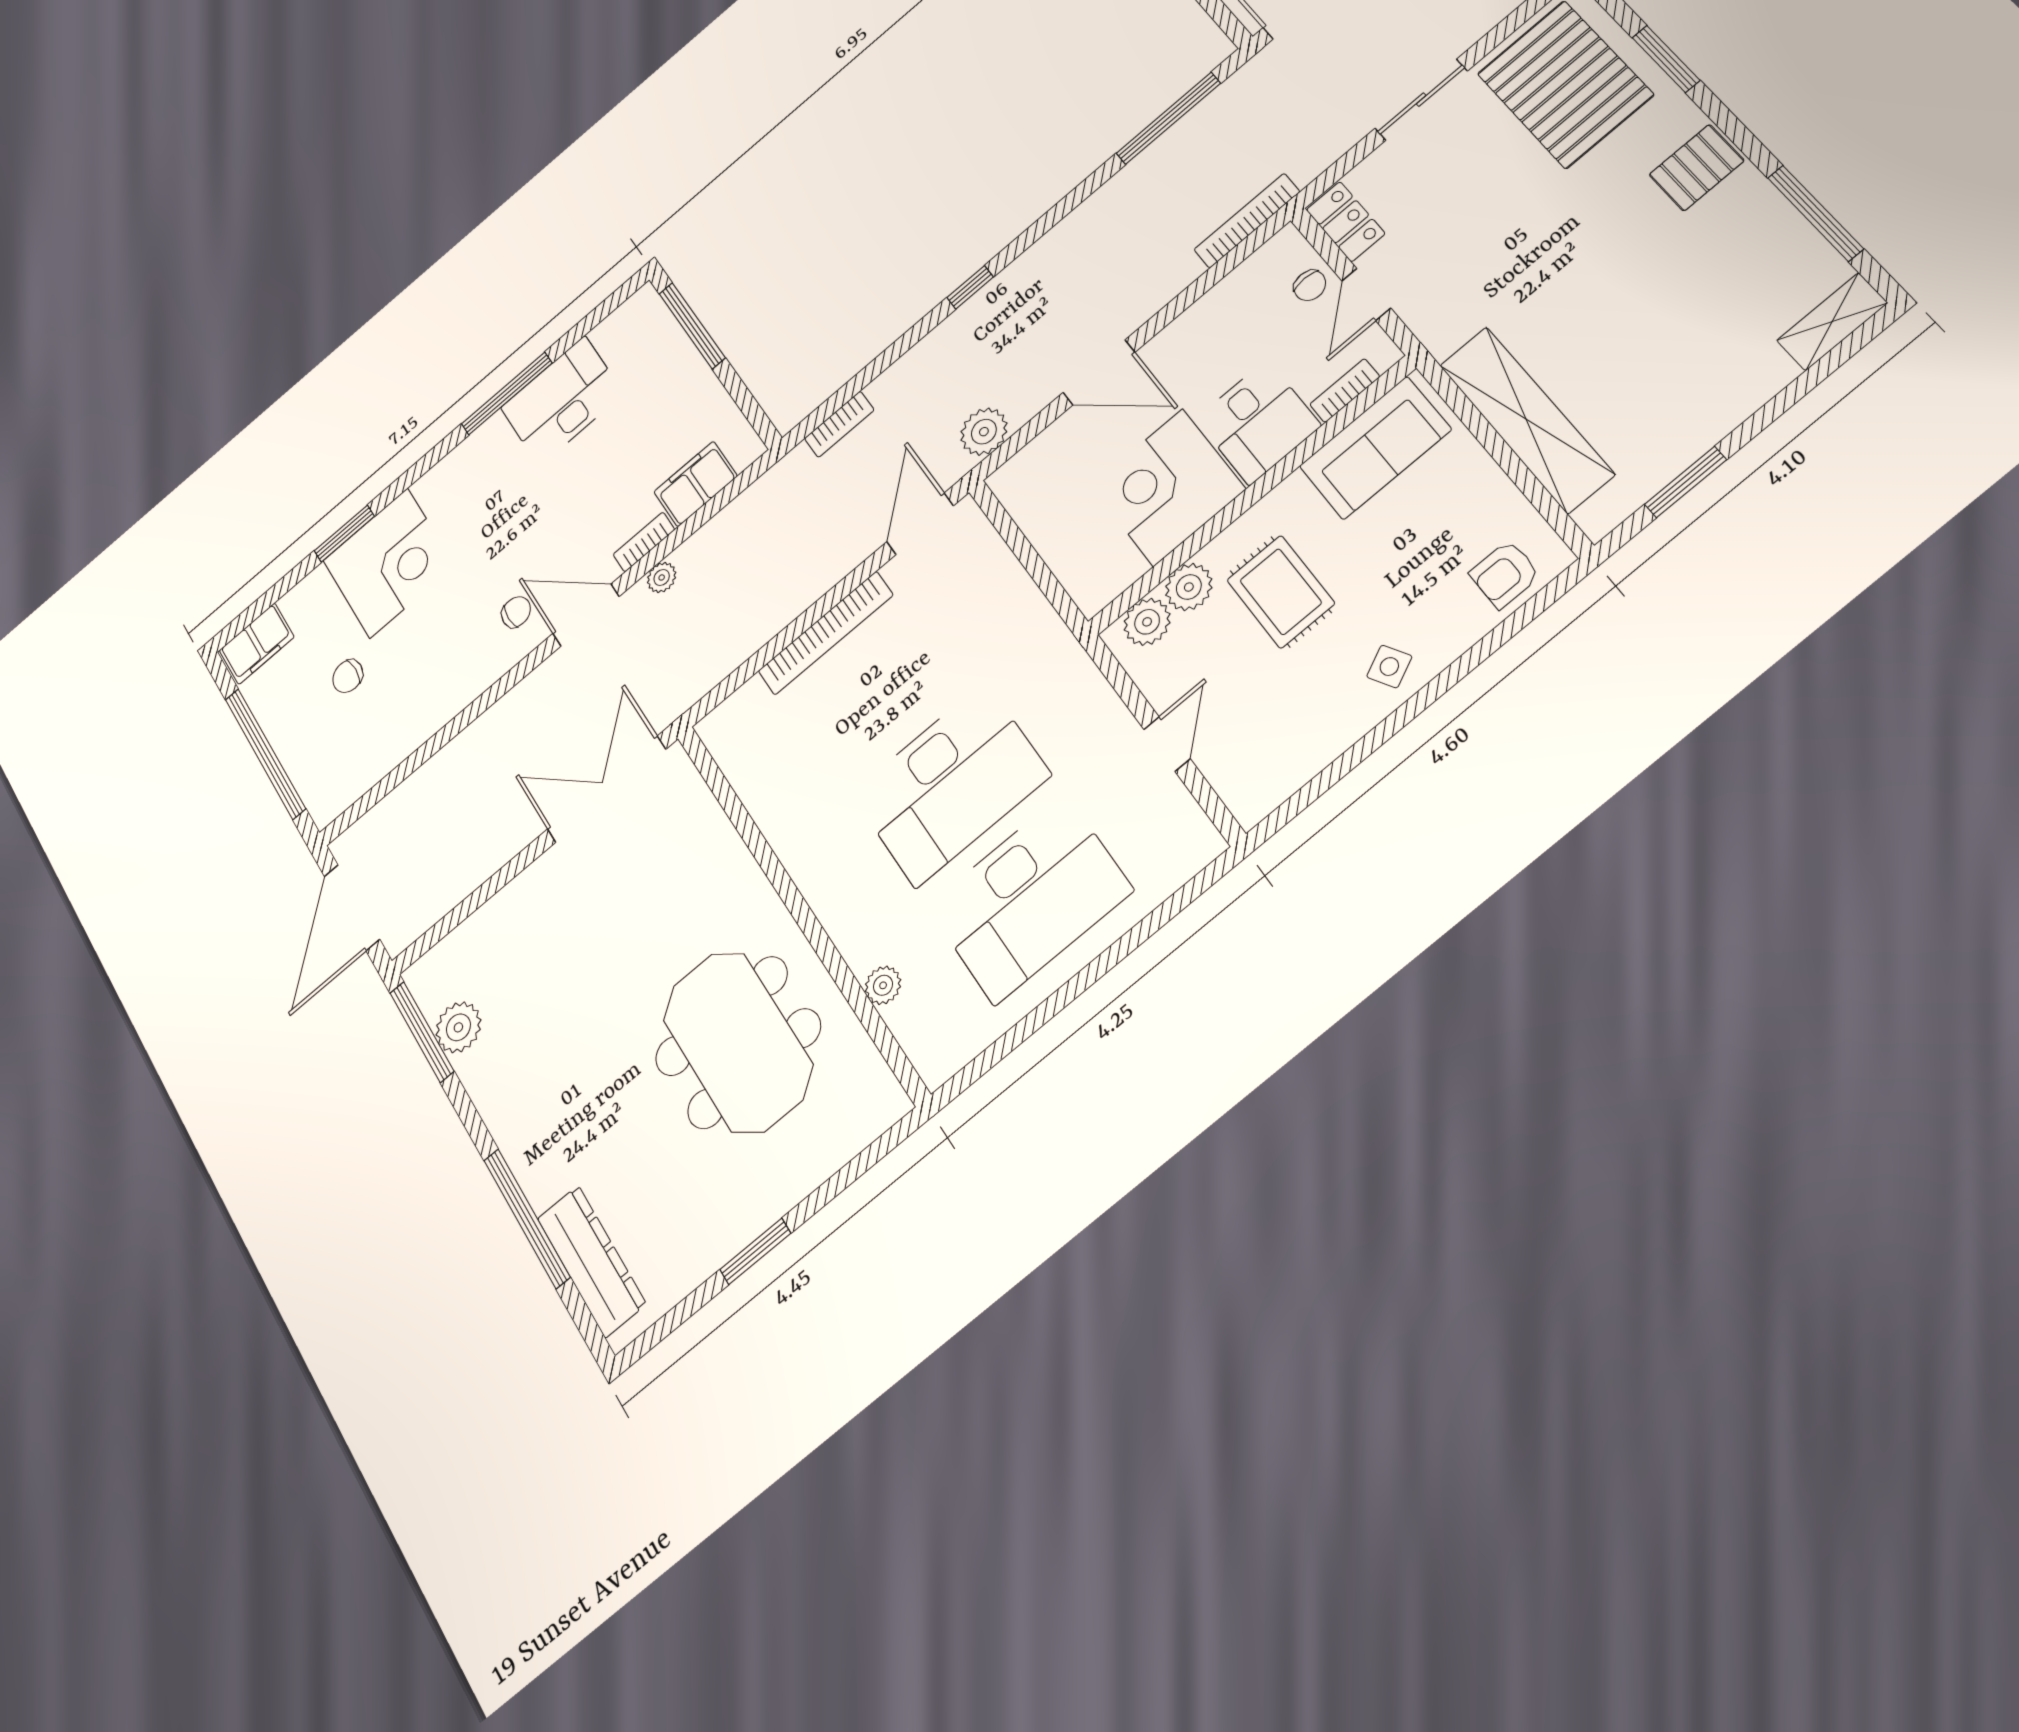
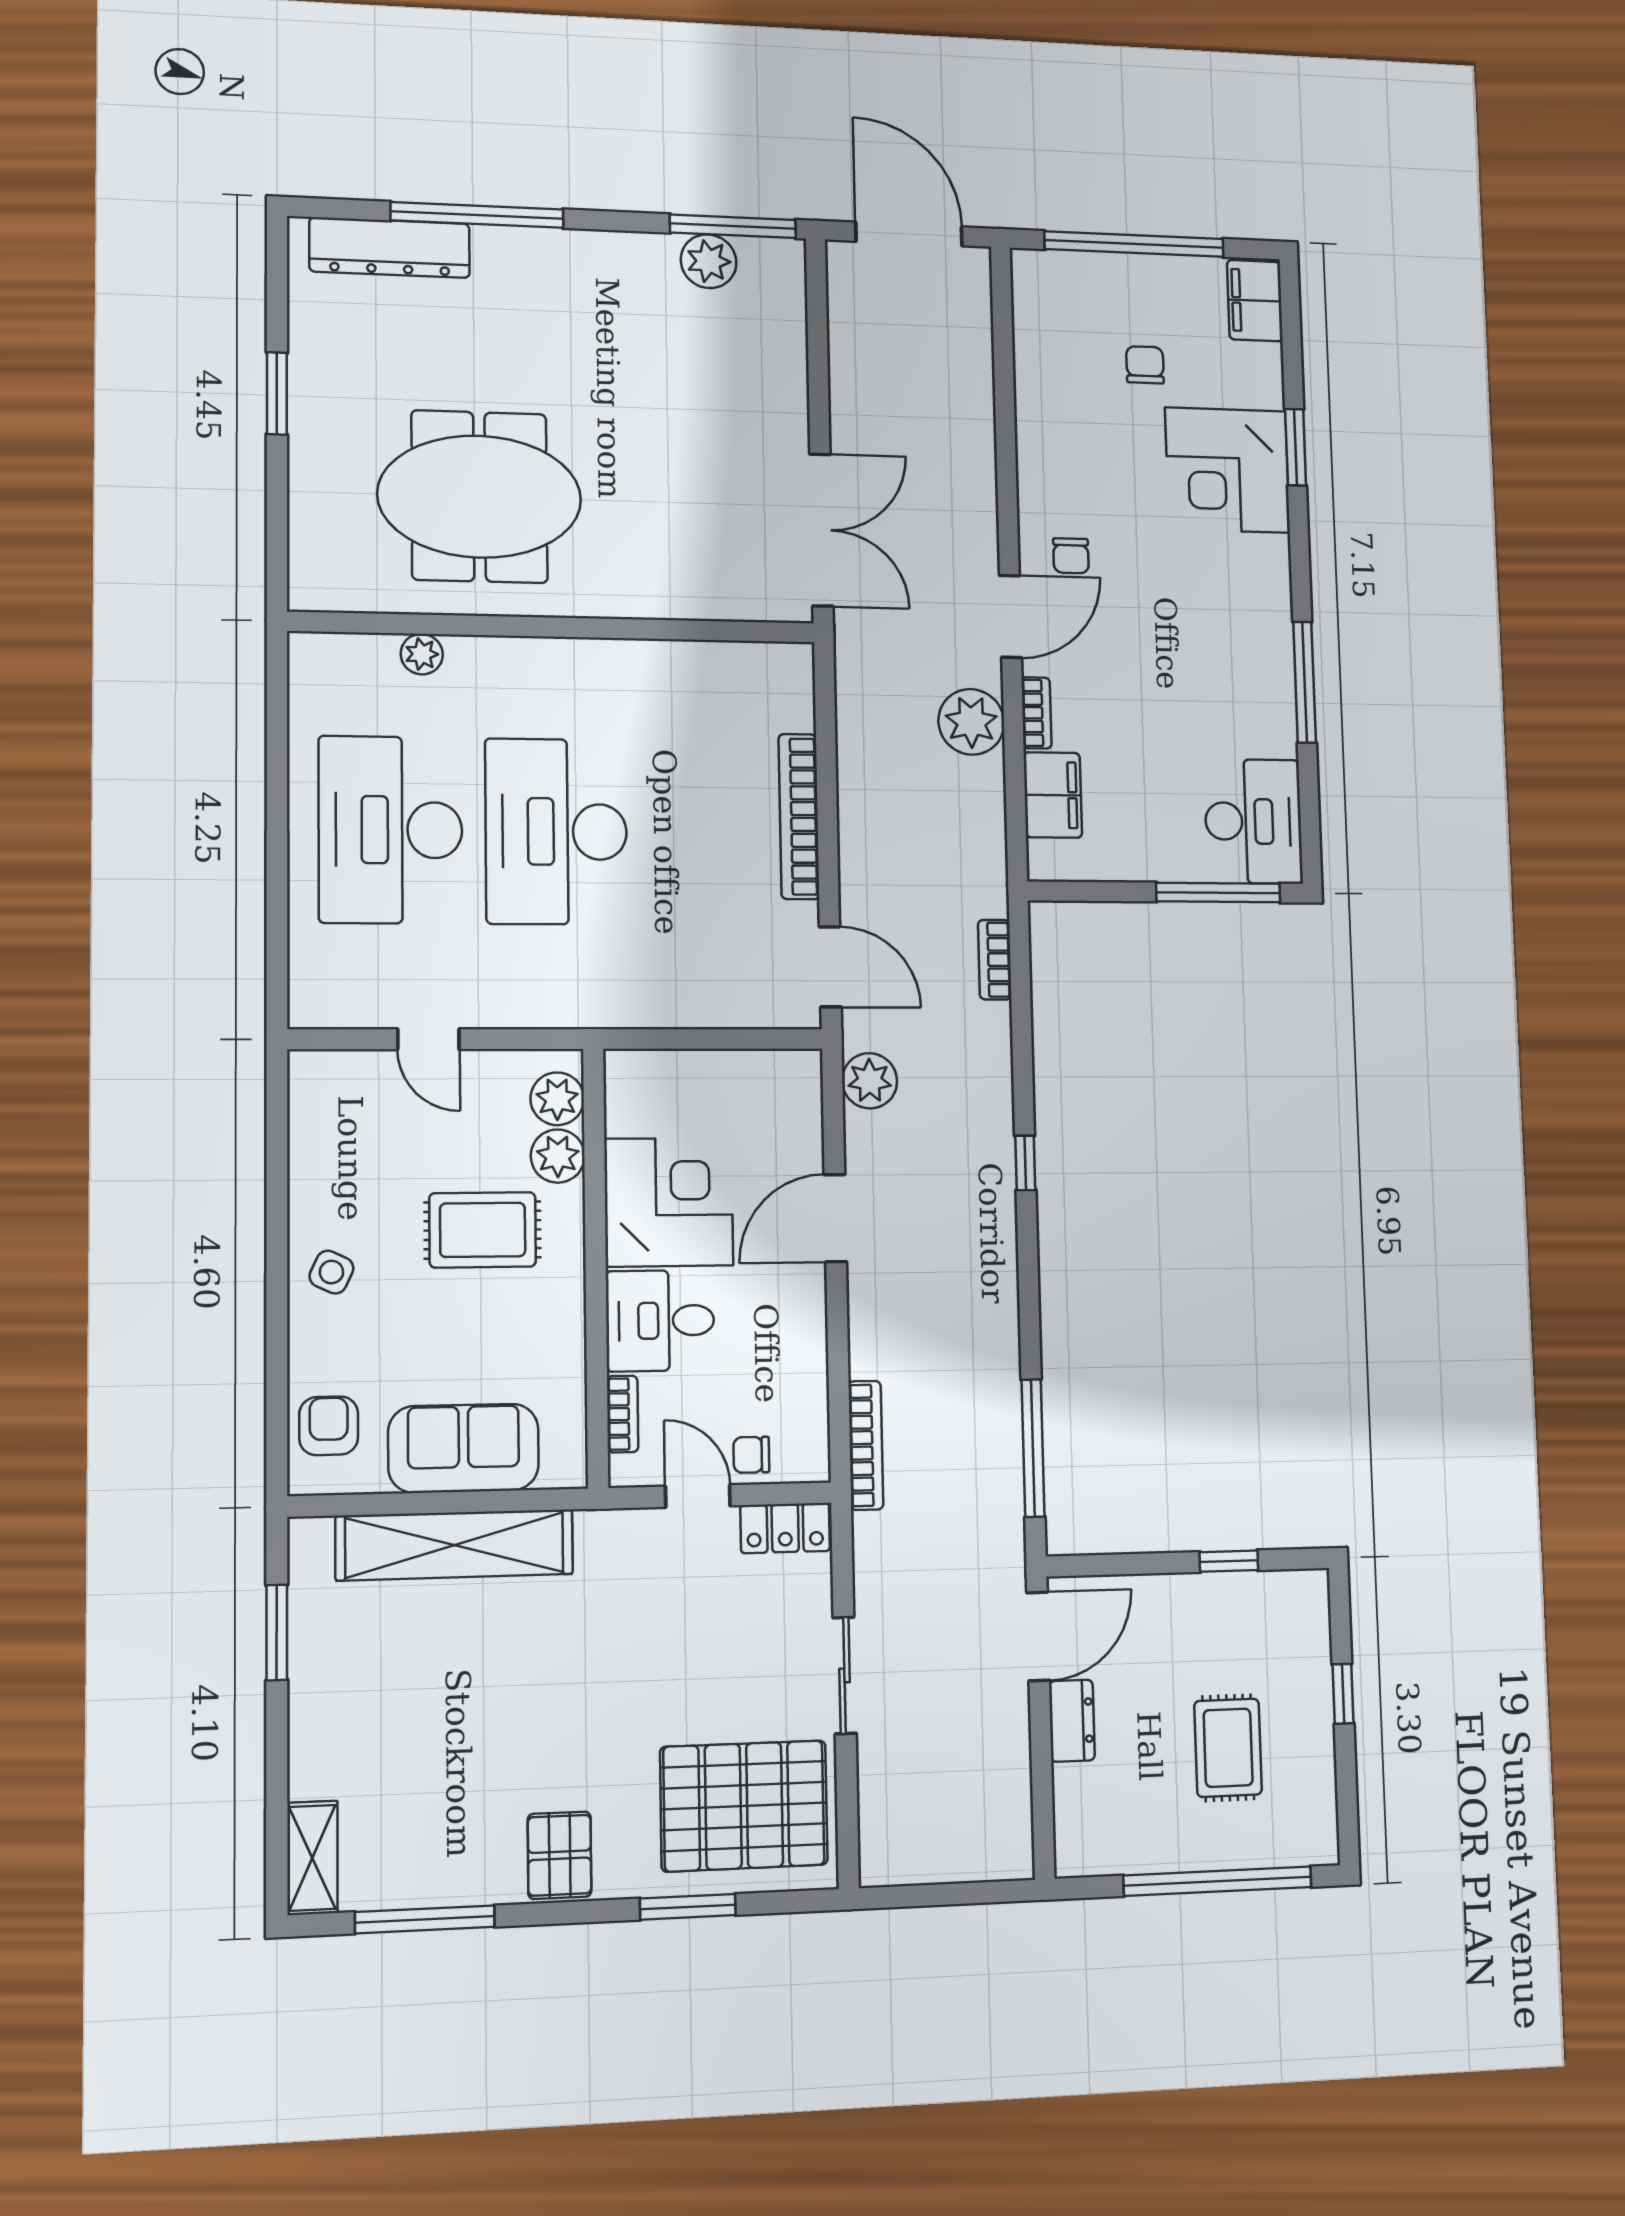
desk: (562, 401) -> (1253, 821), moved
sofa: (1375, 448) -> (464, 1448), moved, turned 90
plant: (662, 577) -> (971, 722), width x1.88, depth x1.88
side table: (1389, 667) -> (331, 1272), turned -37

